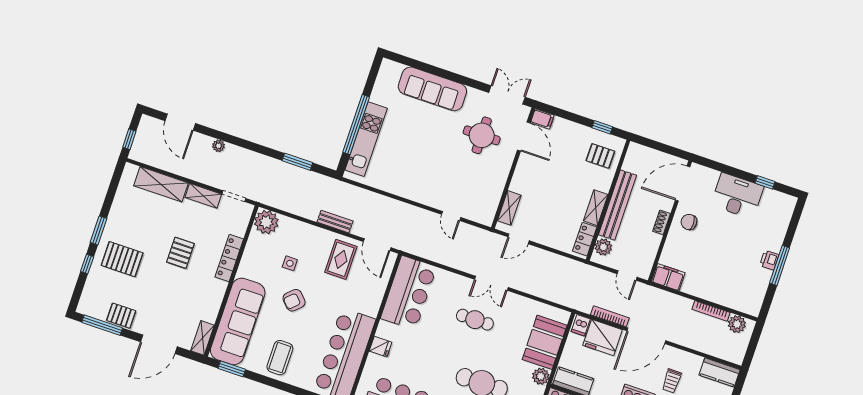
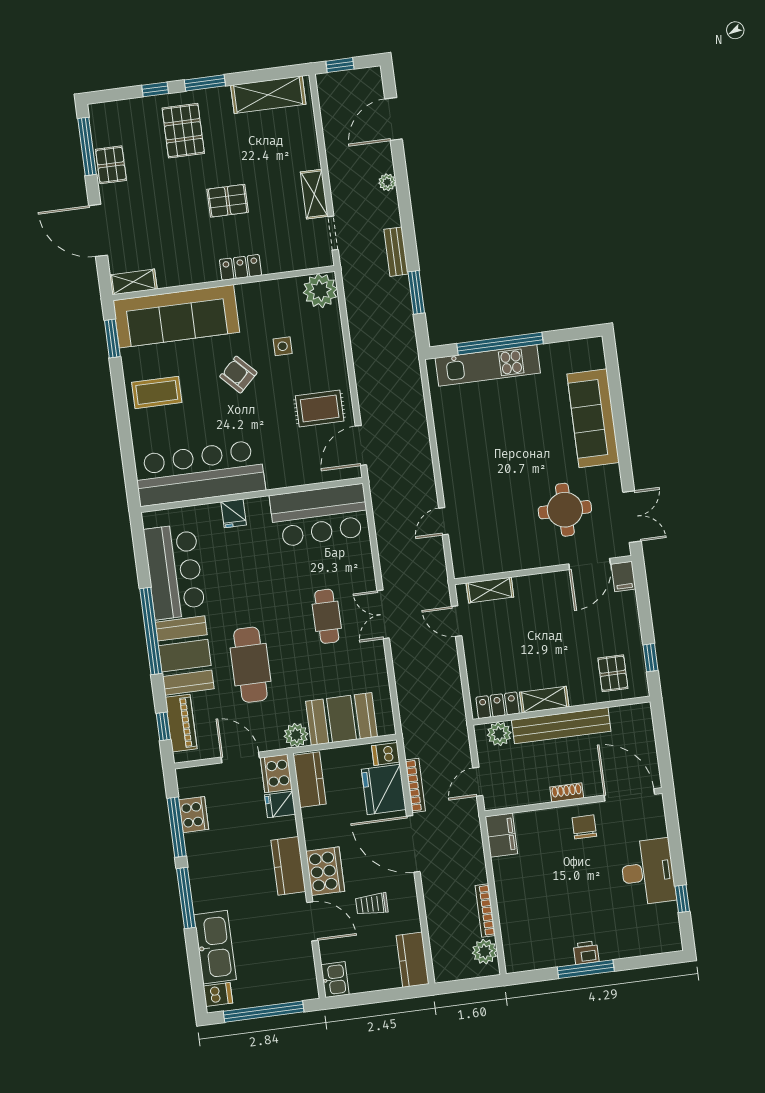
shelving: (161, 184) -> (268, 95), moved, turned 90
bench: (335, 222) -> (396, 252), moved
locker: (229, 258) -> (241, 267), width x0.66

